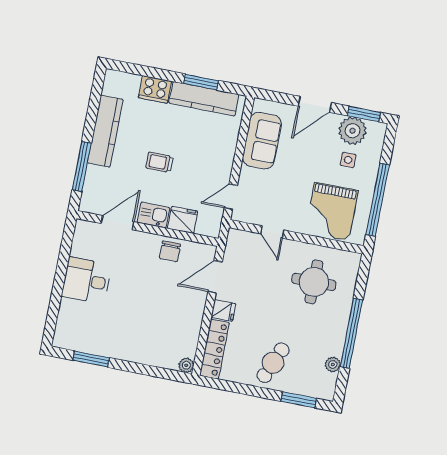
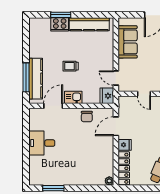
window: (201, 82) -> (61, 15), moved
kitchen counter: (105, 131) -> (36, 79), moved
door: (231, 197) -> (116, 78), hinge flipped
fridge: (183, 220) -> (107, 96), moved, turned -90

